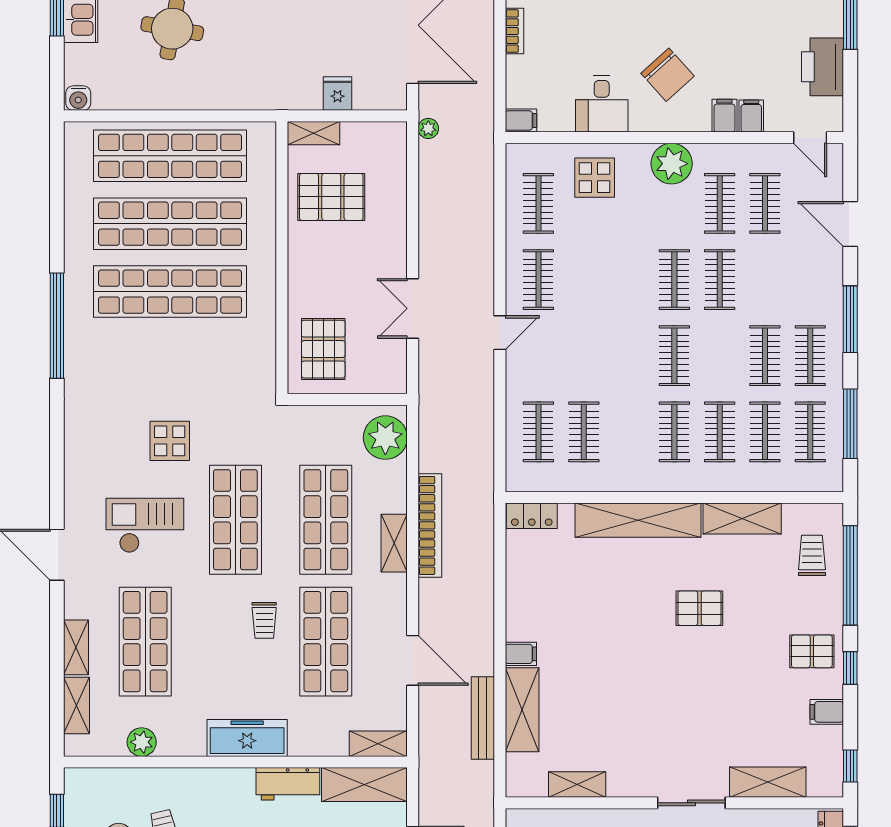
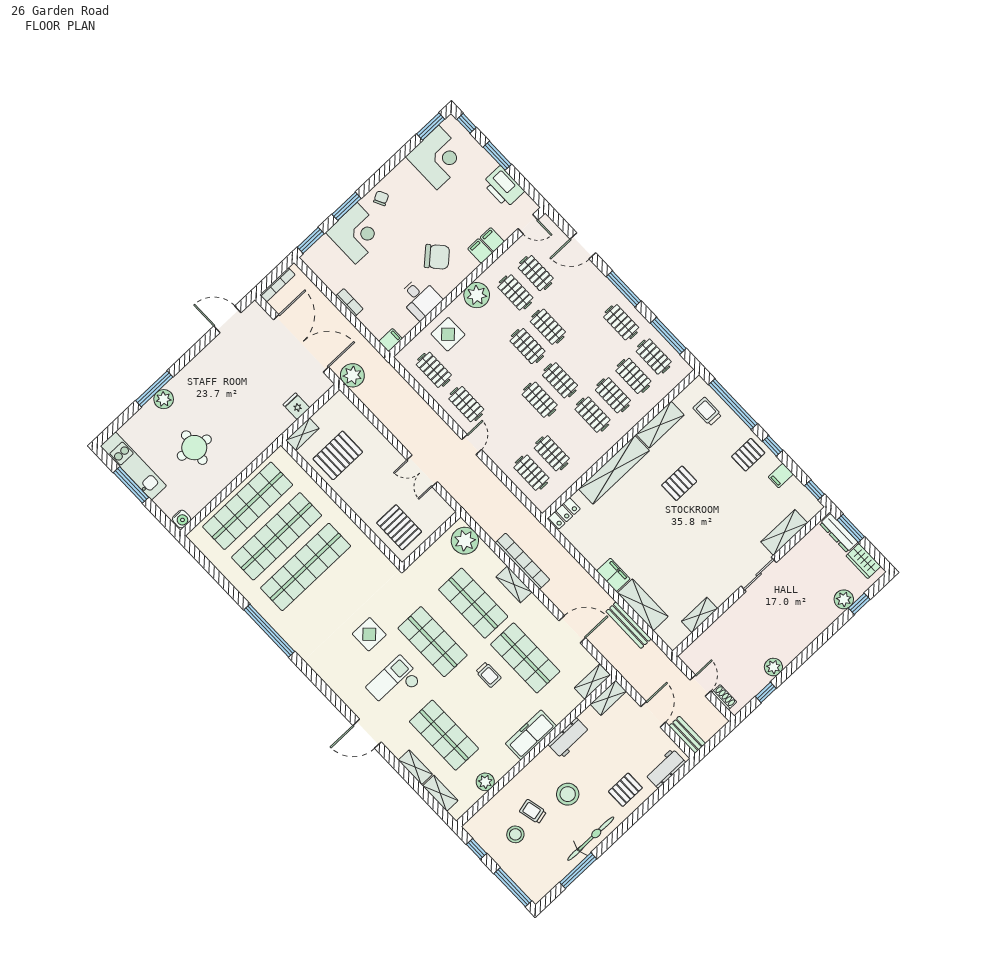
plant: (428, 128) -> (352, 375), width x1.88, depth x1.88
clothes rail: (765, 356) -> (540, 400), moved
filing cabinet: (521, 654) -> (613, 575), width x2.00
shelving: (364, 785) -> (608, 698), width x0.67, depth x0.75

